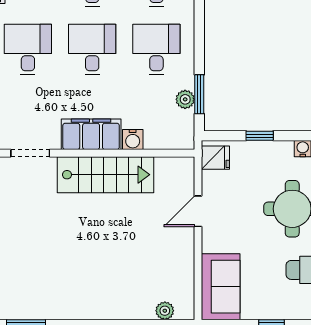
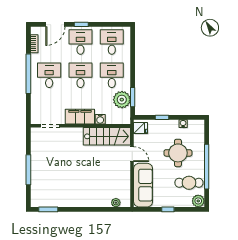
plant: (185, 99) -> (122, 100), width x1.87, depth x1.87
stairs: (105, 175) -> (107, 136), moved
door: (198, 211) -> (132, 154), swing flipped
sofa: (221, 287) -> (143, 185), width x1.36

